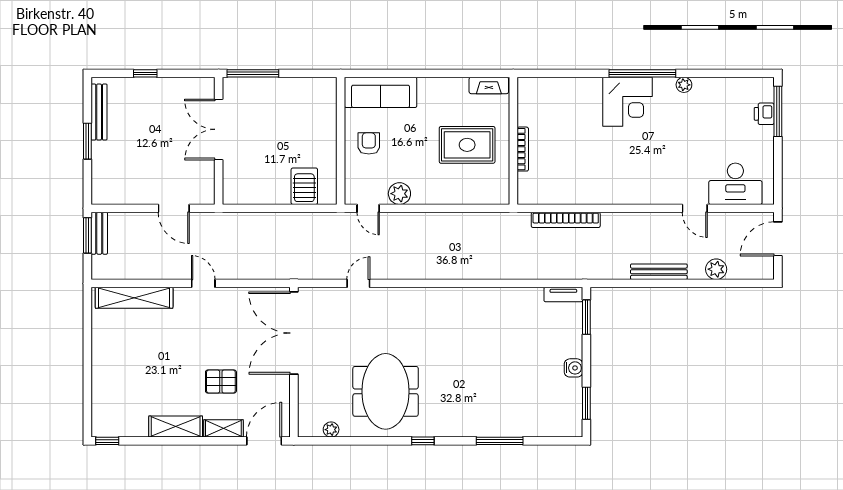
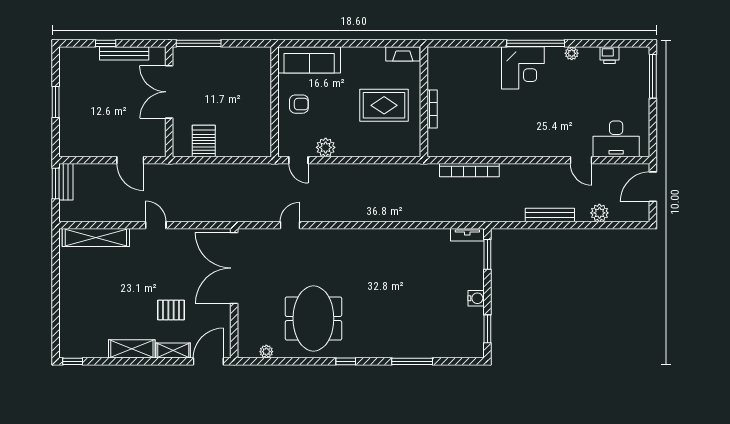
bench: (99, 112) -> (124, 53), moved, turned 90
printer: (764, 114) -> (609, 55), moved, turned -90
armchair: (369, 143) -> (299, 104), turned 90
server rack: (304, 186) -> (204, 141), moved

